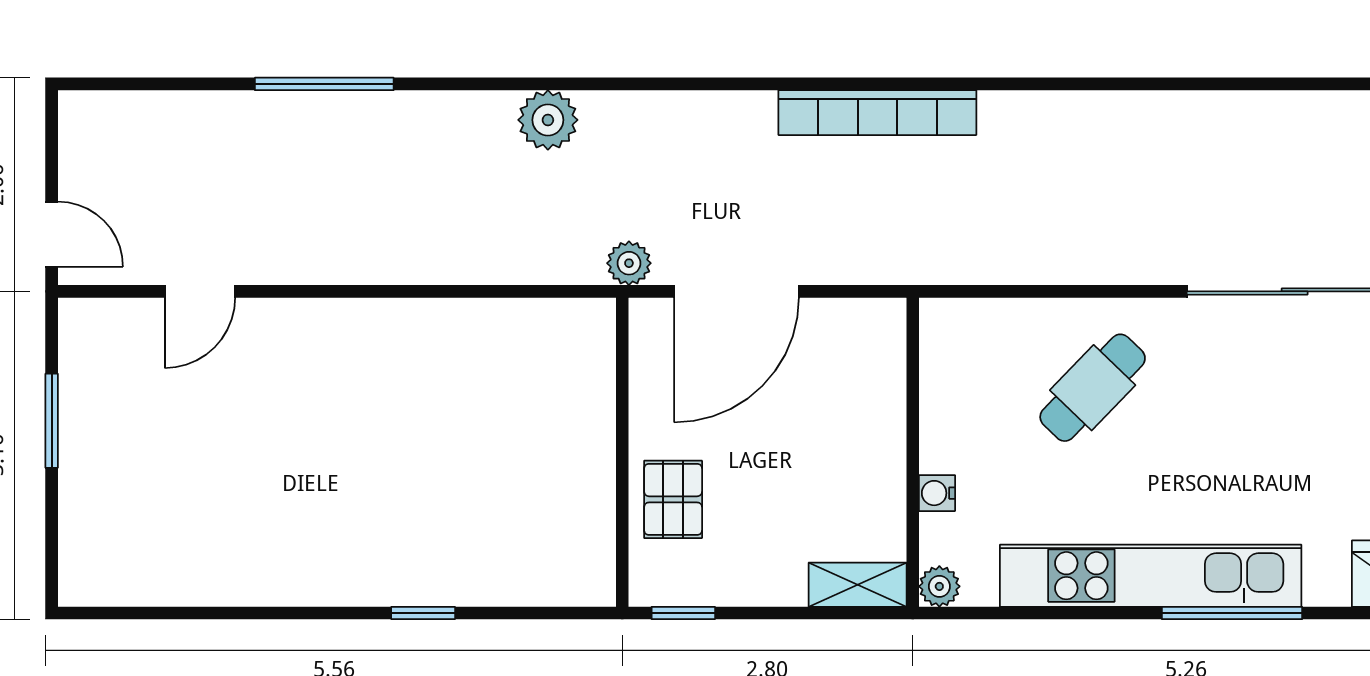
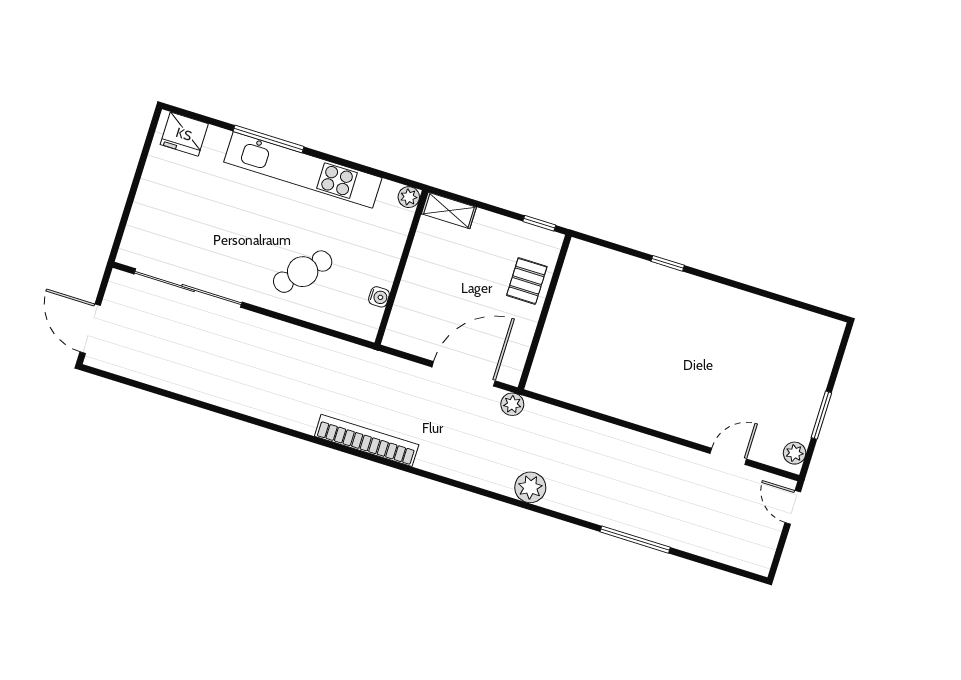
plant: (79, 335) -> (795, 453), added
water cooler: (937, 493) -> (379, 297), moved

